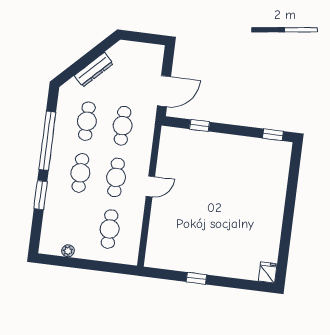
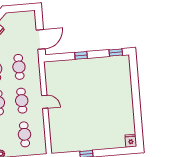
window: (200, 125) -> (81, 55), moved
door: (150, 186) -> (45, 102), hinge flipped

